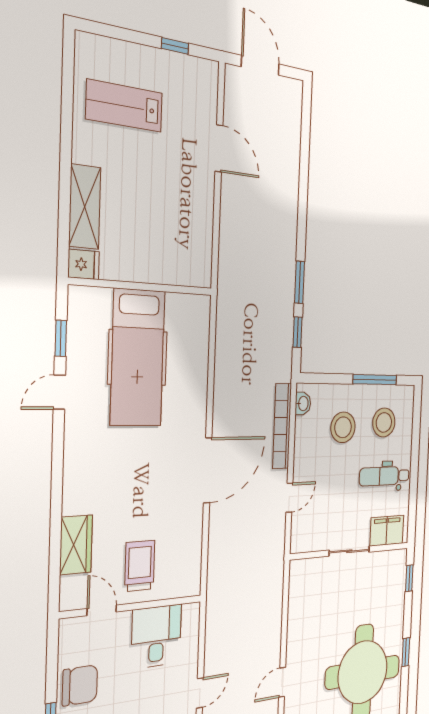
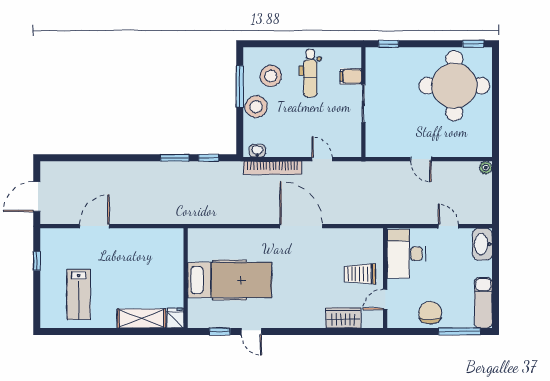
stool: (343, 427) -> (256, 107), moved
filing cabinet: (387, 531) -> (351, 76), width x0.50
desk: (156, 636) -> (406, 254), width x1.37
window: (406, 652) -> (473, 44), moved
door: (282, 682) -> (421, 159), moved

